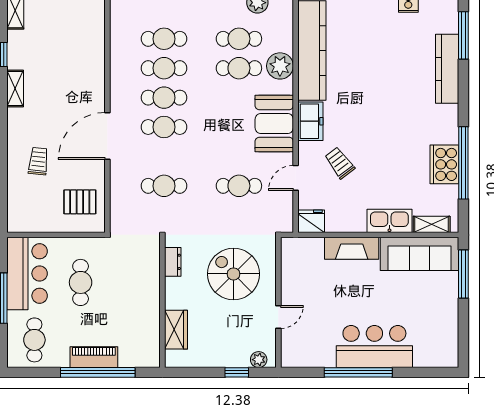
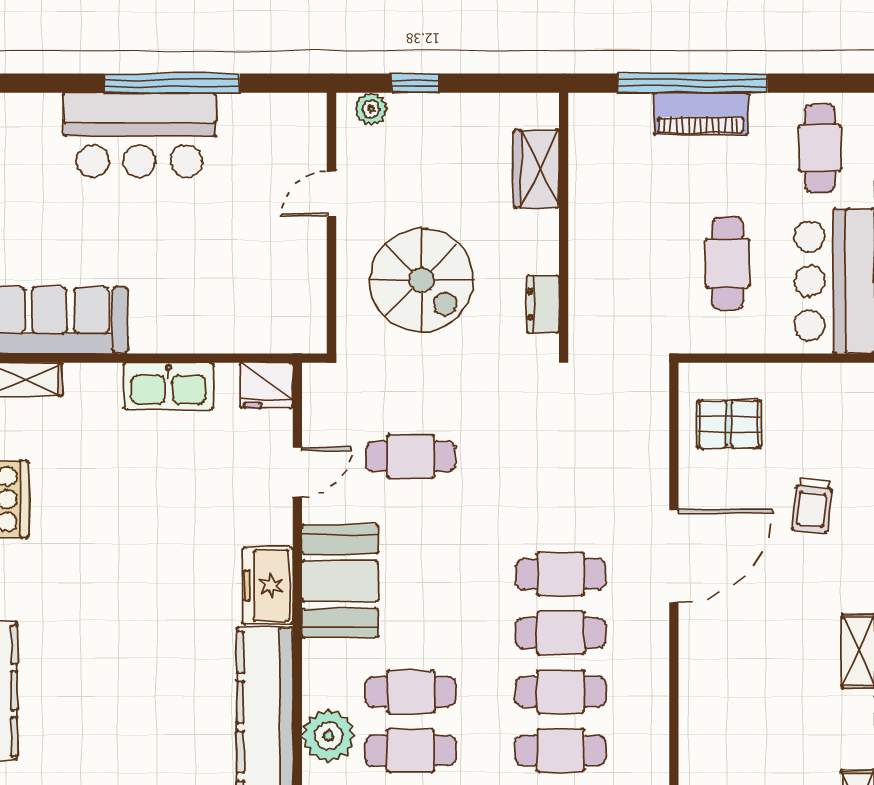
plant: (280, 66) -> (328, 736), moved
trolley: (340, 163) -> (209, 502), removed
cafe table: (164, 186) -> (561, 456), removed
kitchen sink: (389, 221) -> (168, 386), moved
fireplace: (352, 248) -> (185, 331), removed

